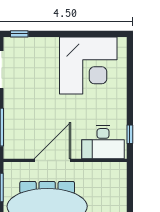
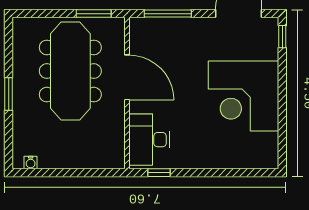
corner desk: (88, 66) -> (243, 96), moved

